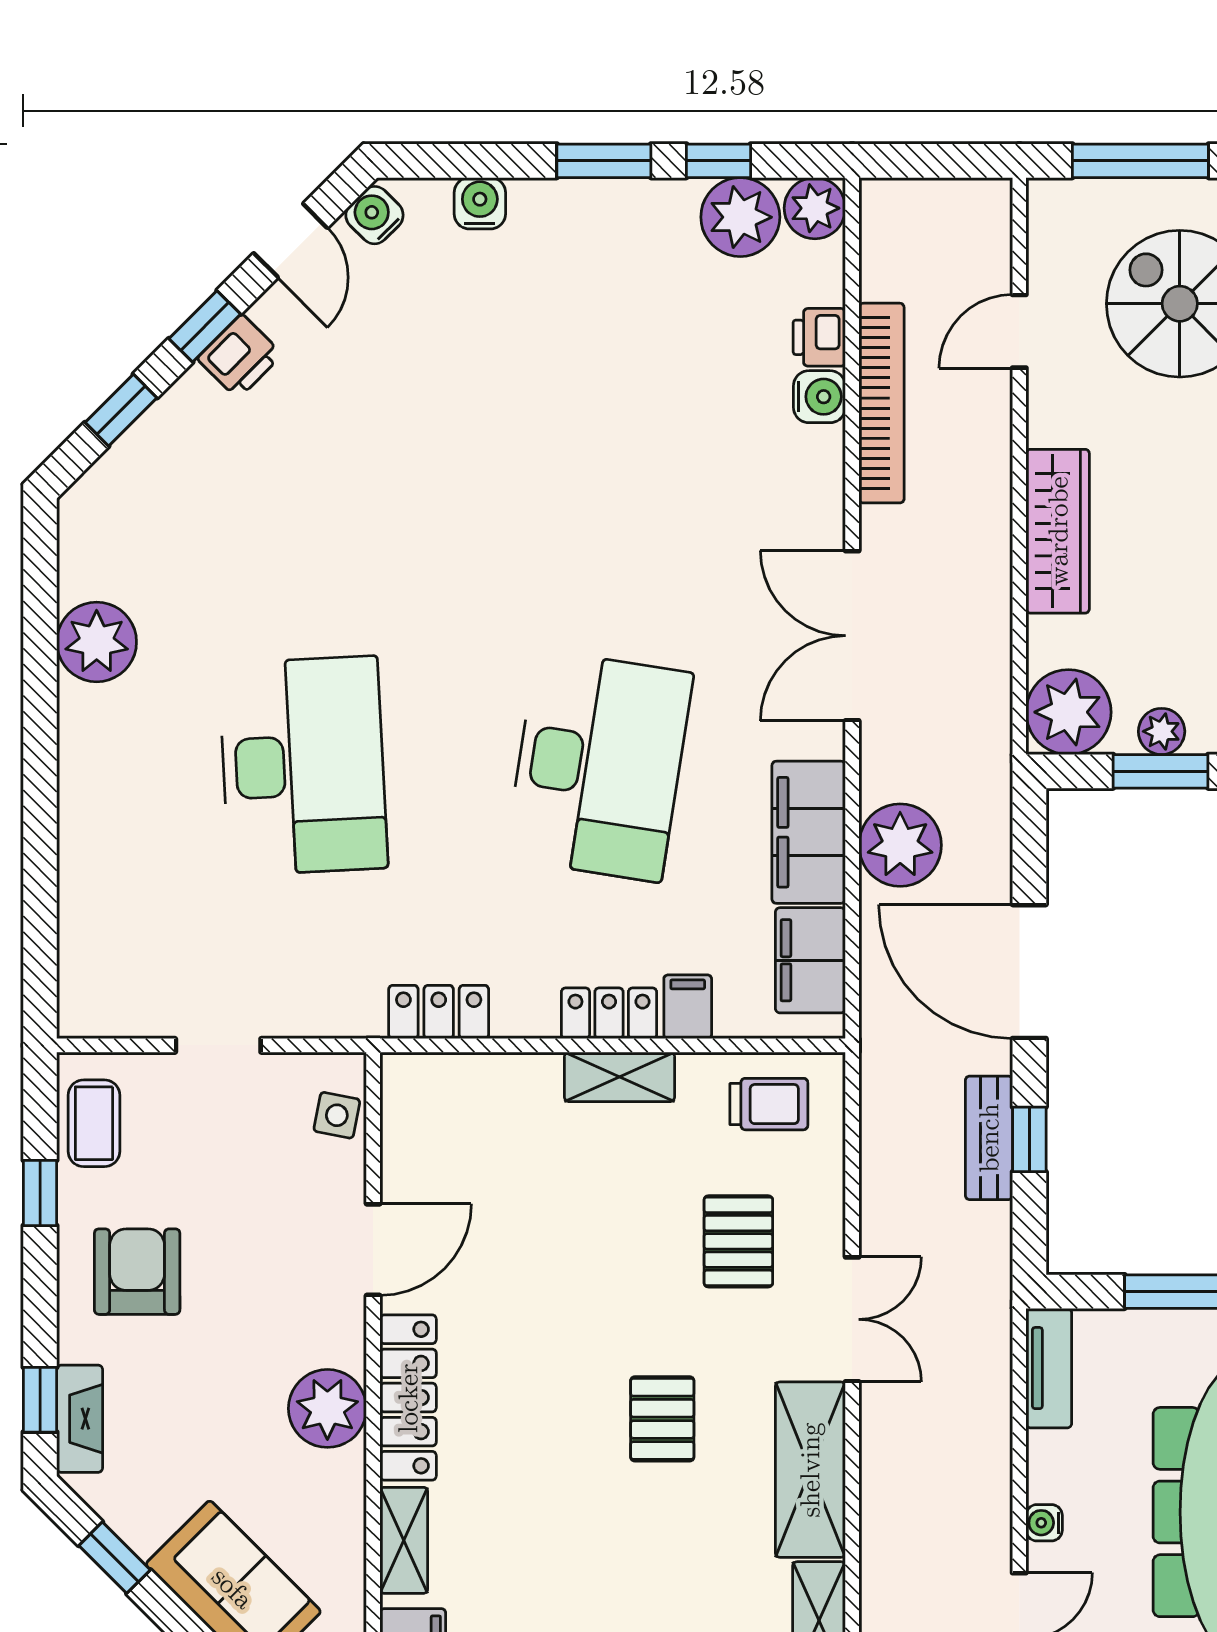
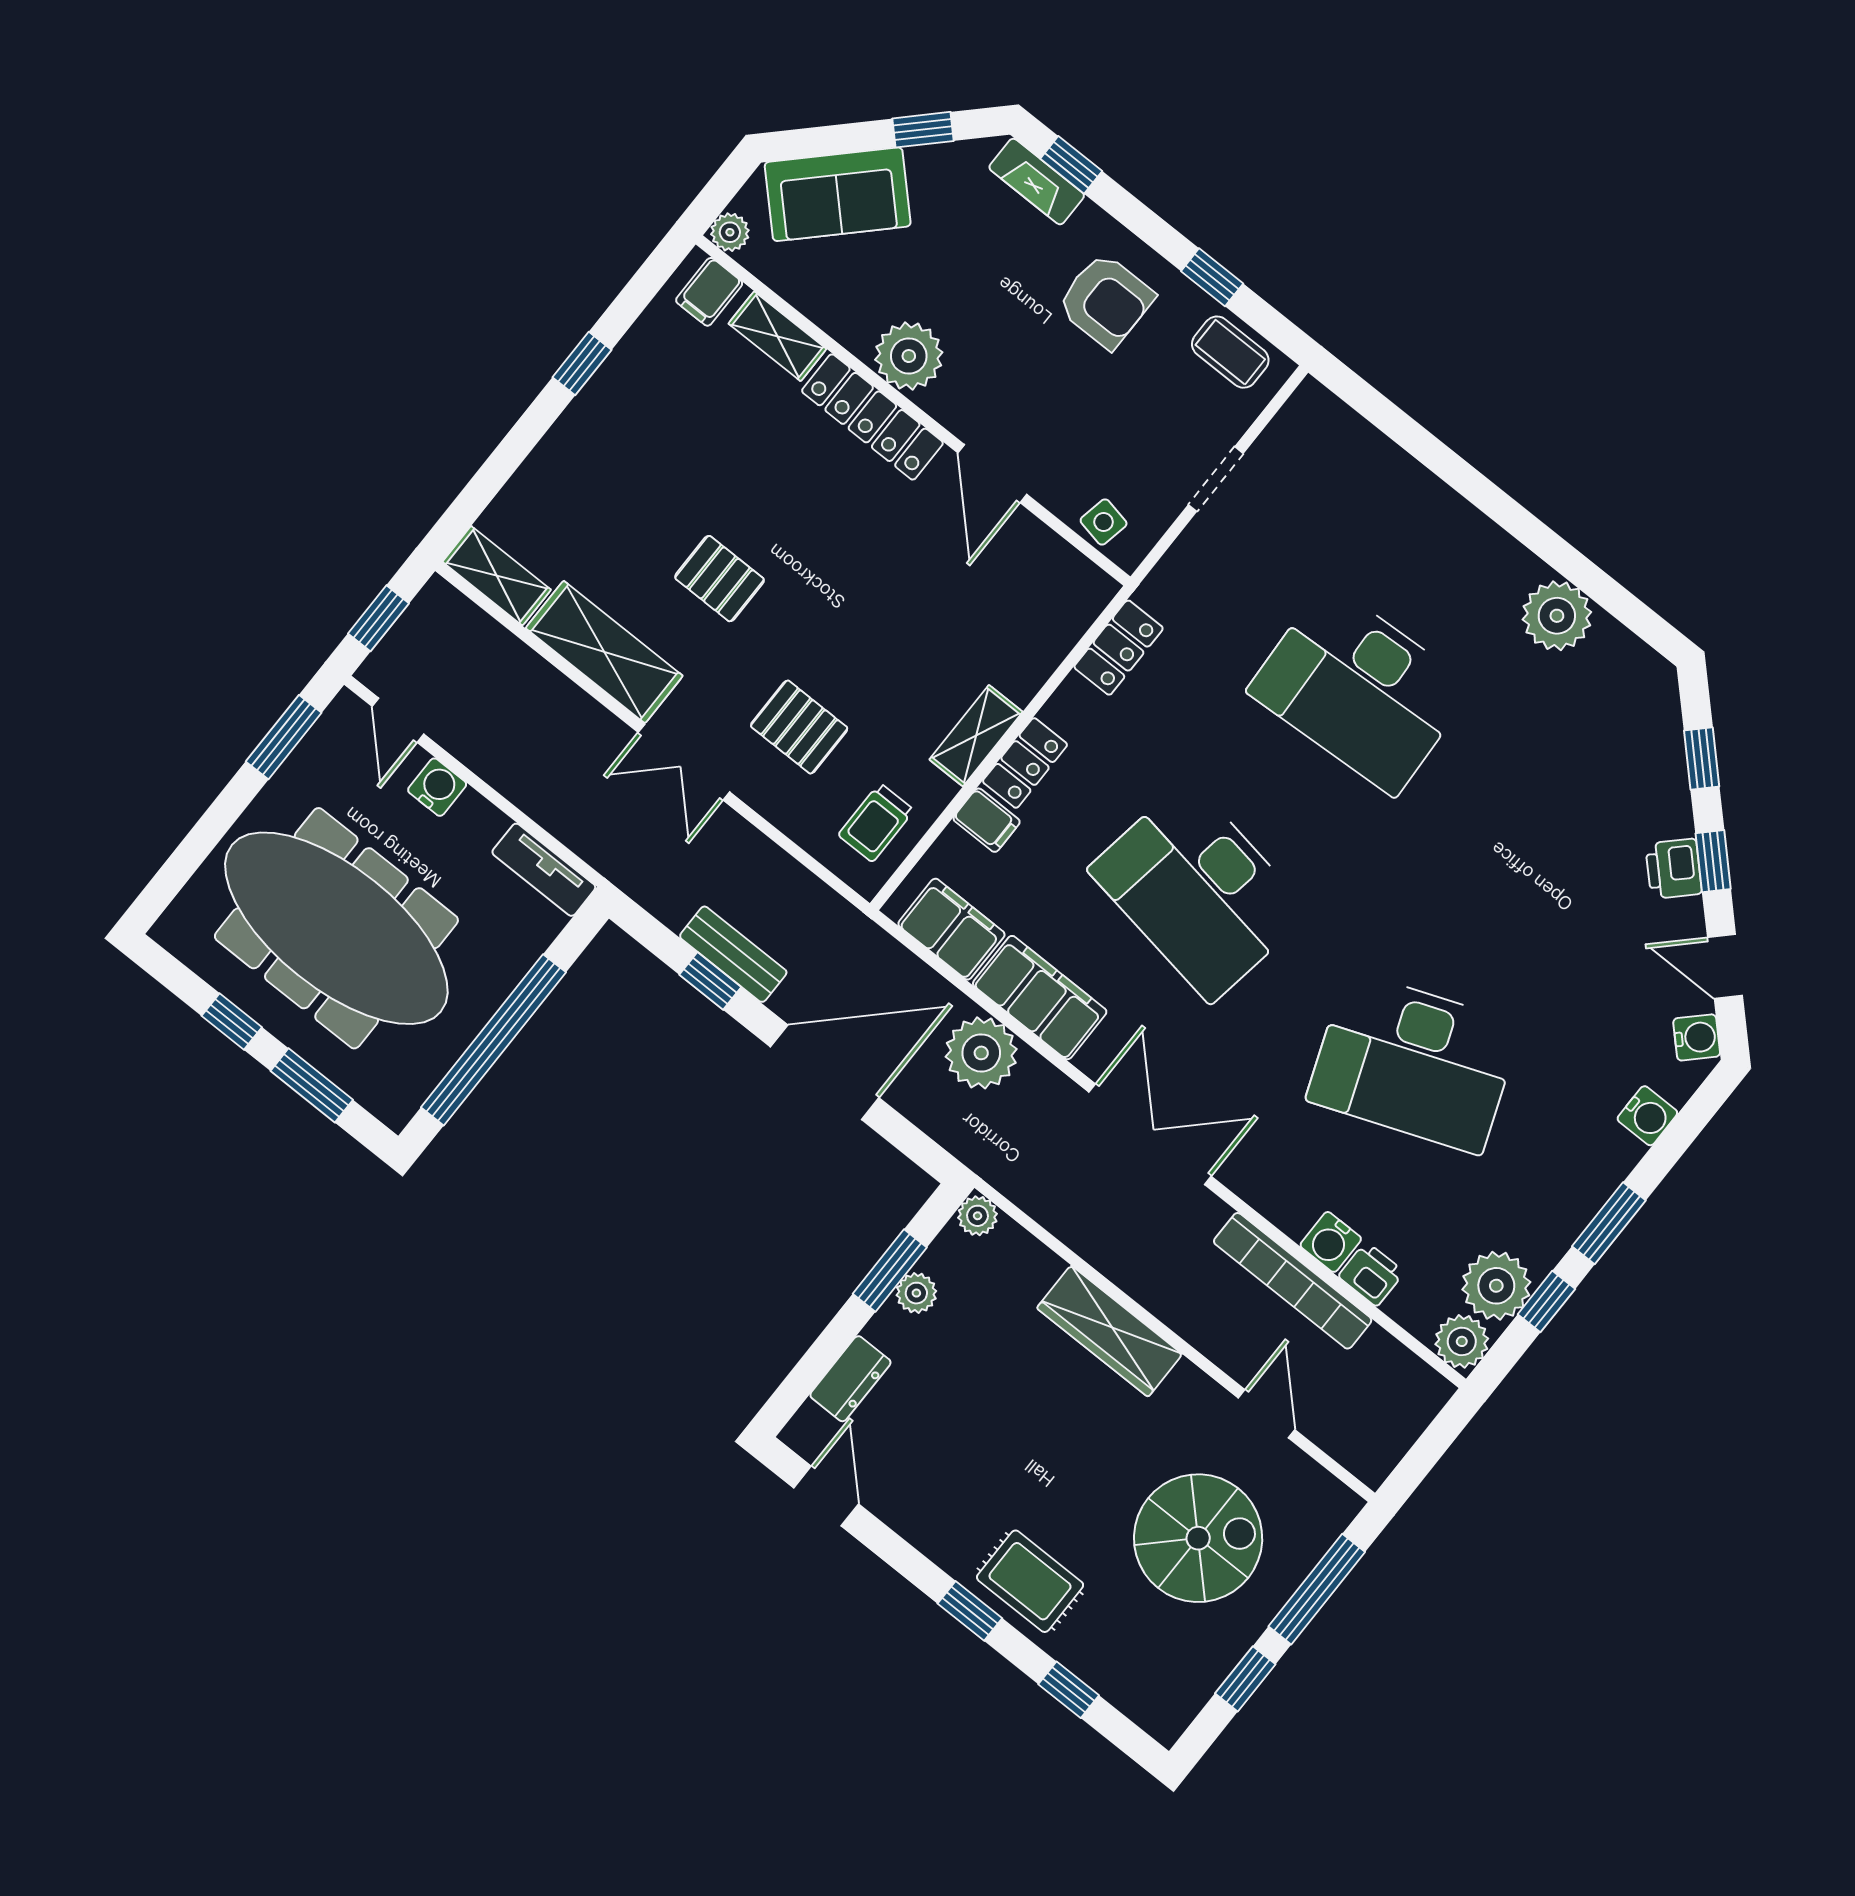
desk: (599, 451) -> (1414, 1062), added
plant: (1069, 712) -> (978, 1216), width x0.53, depth x0.53
water cooler: (1044, 1523) -> (437, 787), width x1.38, depth x1.38

